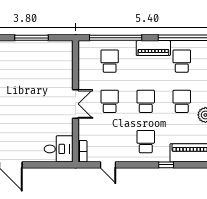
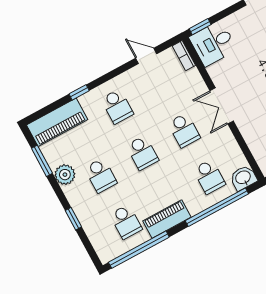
washbasin: (87, 48) -> (243, 178), added
window: (61, 165) -> (200, 27), added

